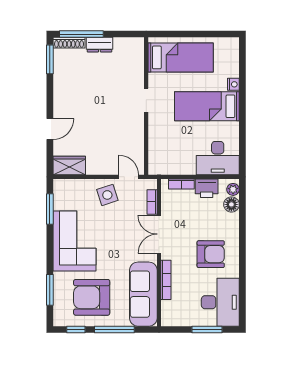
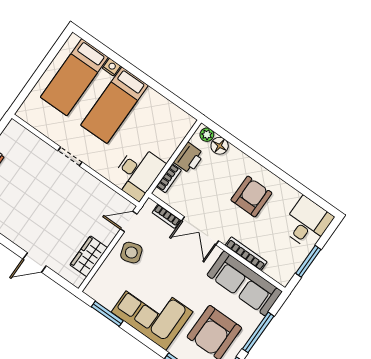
bed: (181, 57) -> (74, 77), moved, turned 180
door: (50, 129) -> (34, 262), swing flipped
desk: (218, 158) -> (138, 172), moved
wardrobe: (69, 166) -> (89, 256), moved
desk: (220, 302) -> (307, 223), width x0.73
window: (207, 329) -> (308, 261), moved

